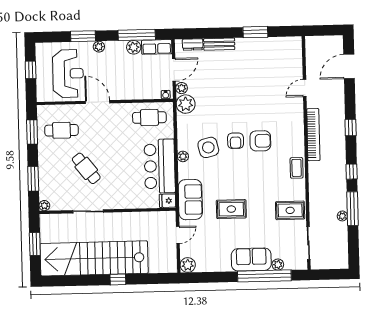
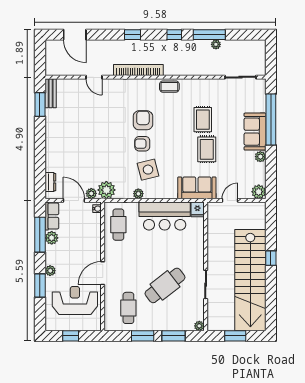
window: (255, 32) -> (40, 105), moved
bench: (219, 44) -> (51, 93), moved
window: (32, 132) -> (143, 336), moved
armchair: (236, 141) -> (142, 144), turned 180
plant: (183, 156) -> (138, 194), moved
cafe table: (86, 168) -> (165, 285), width x1.37, depth x1.35
rug: (290, 210) -> (203, 120), moved
door: (178, 235) -> (230, 200), hinge flipped
plant: (278, 265) -> (260, 157), moved

